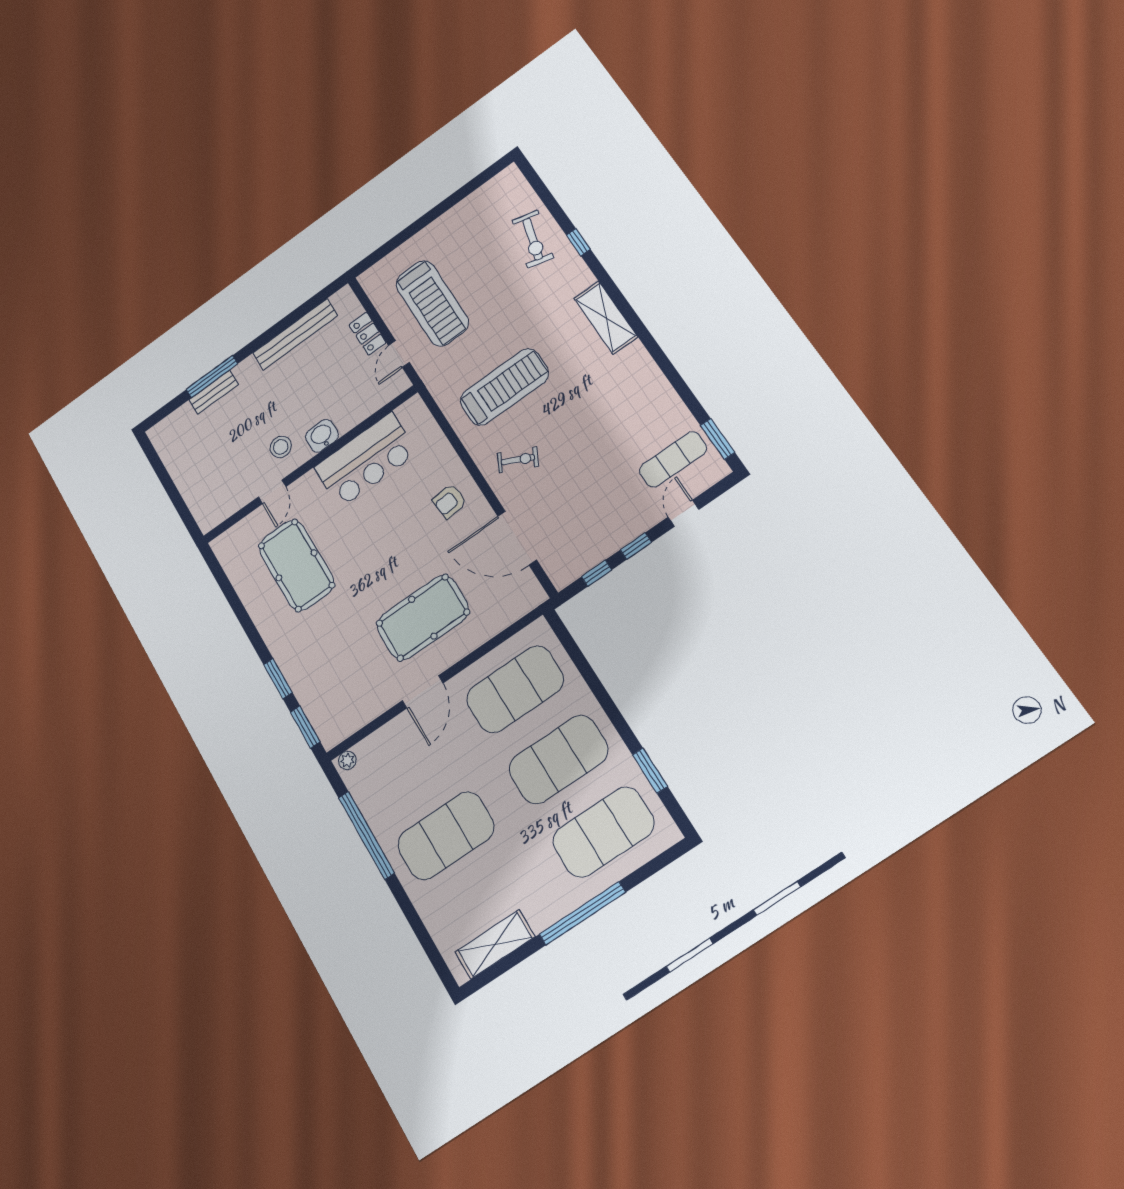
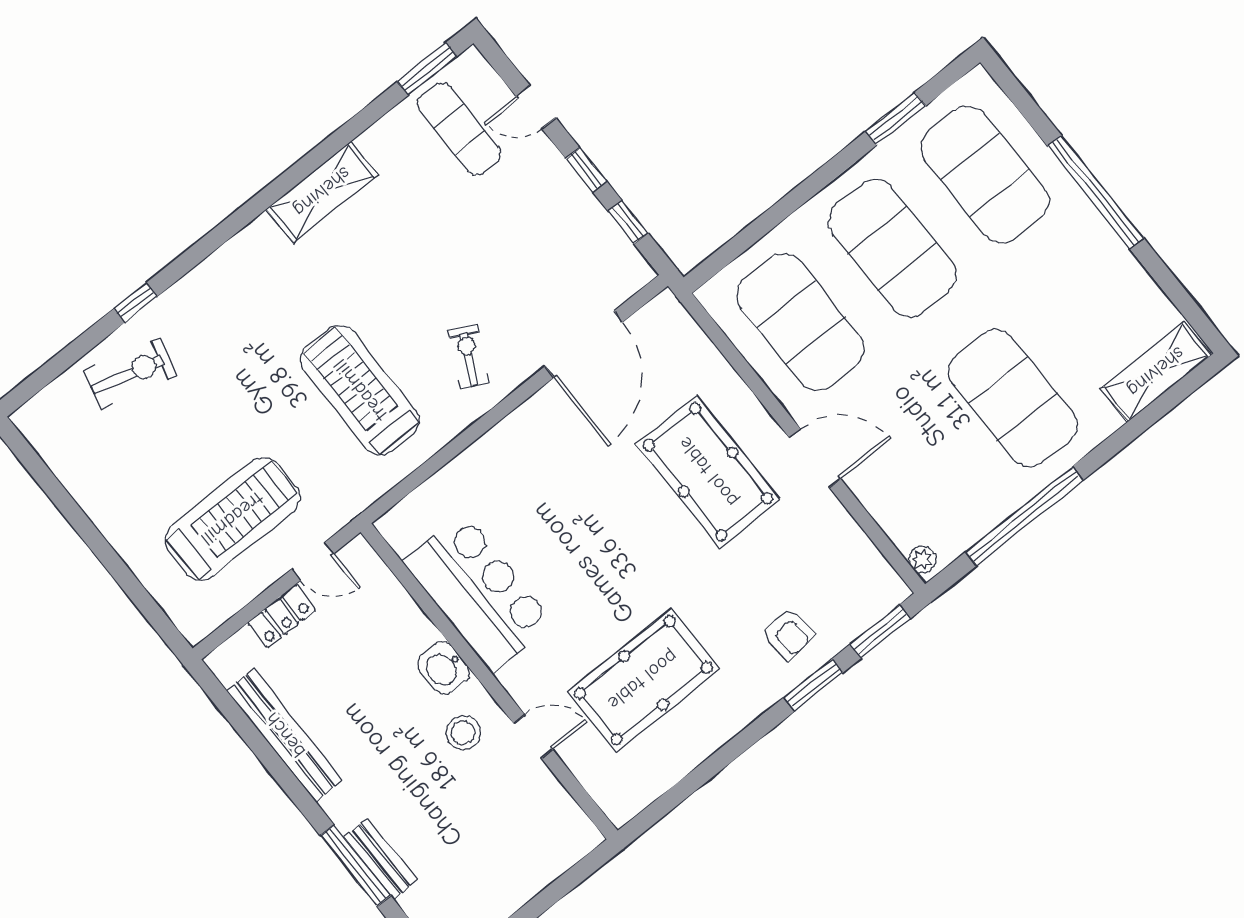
shelving: (606, 318) -> (322, 192), moved
armchair: (450, 501) -> (788, 634), moved
shelving: (495, 944) -> (1156, 372), moved, turned 90

